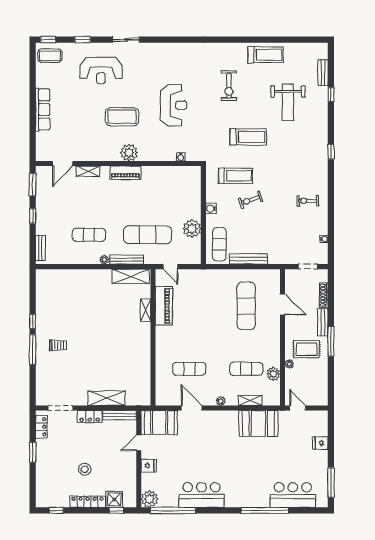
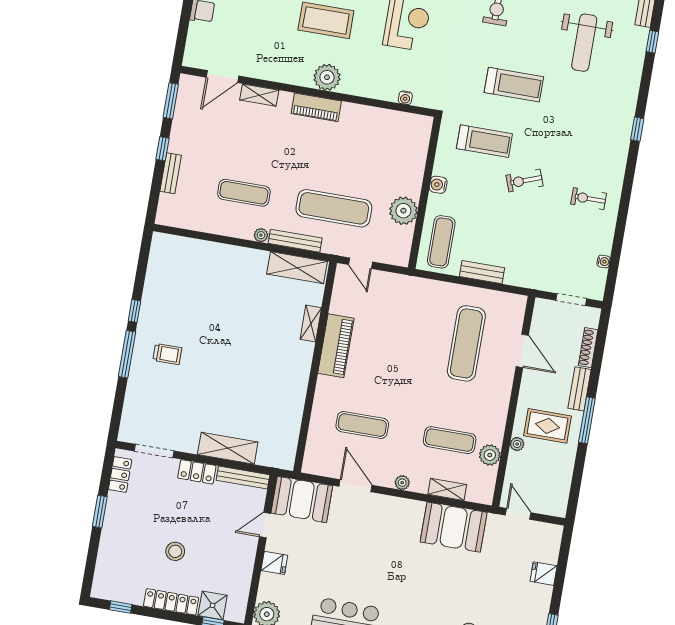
exercise bike: (251, 200) -> (525, 181), moved
bench: (40, 248) -> (171, 173), moved
bench: (248, 259) -> (482, 272), width x0.73
piano: (164, 306) -> (336, 346), moved

